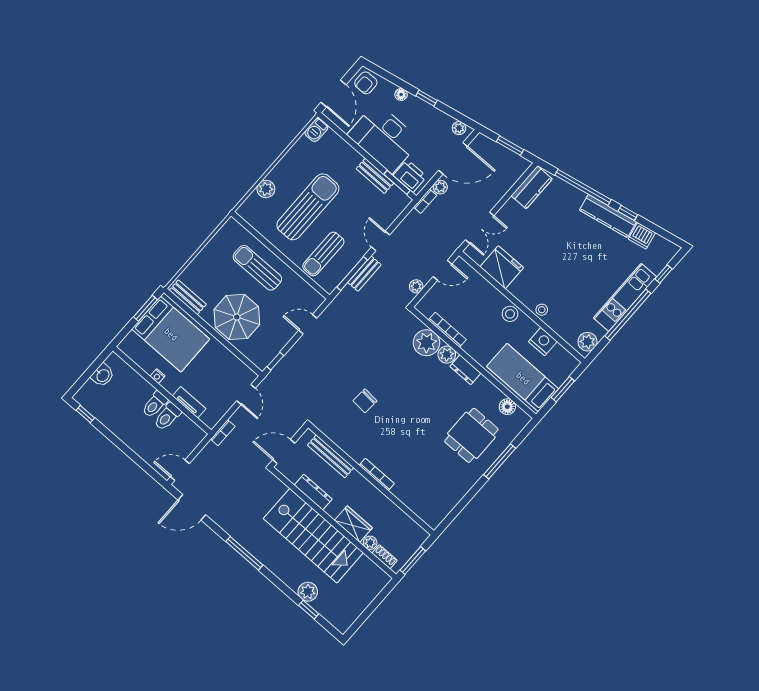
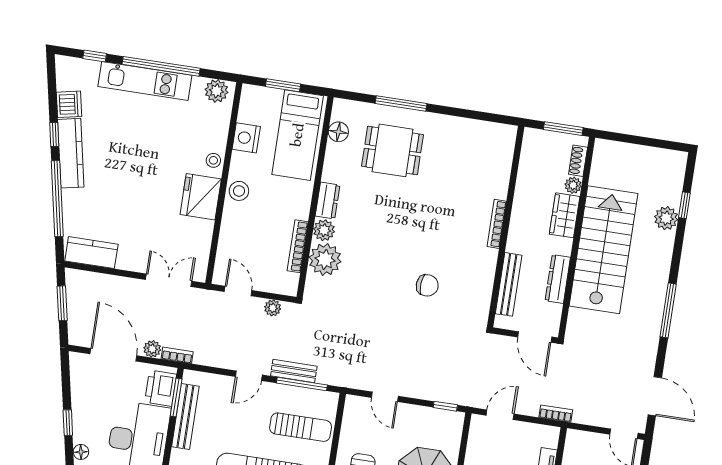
plant: (459, 128) -> (78, 369), removed
bench: (375, 176) -> (185, 417), width x1.36
fridge: (502, 267) -> (201, 197), moved

